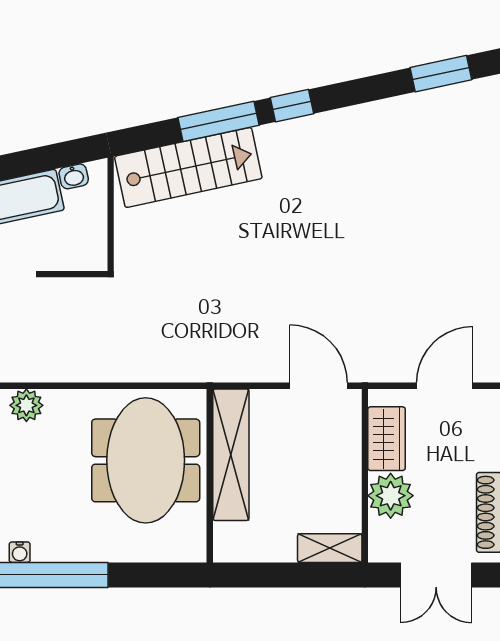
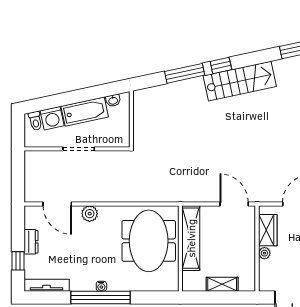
stairs: (188, 167) -> (240, 81), moved
plant: (391, 496) -> (264, 253), width x0.53, depth x0.53
shelving: (330, 548) -> (222, 284), moved
water cooler: (20, 552) -> (101, 286), moved

